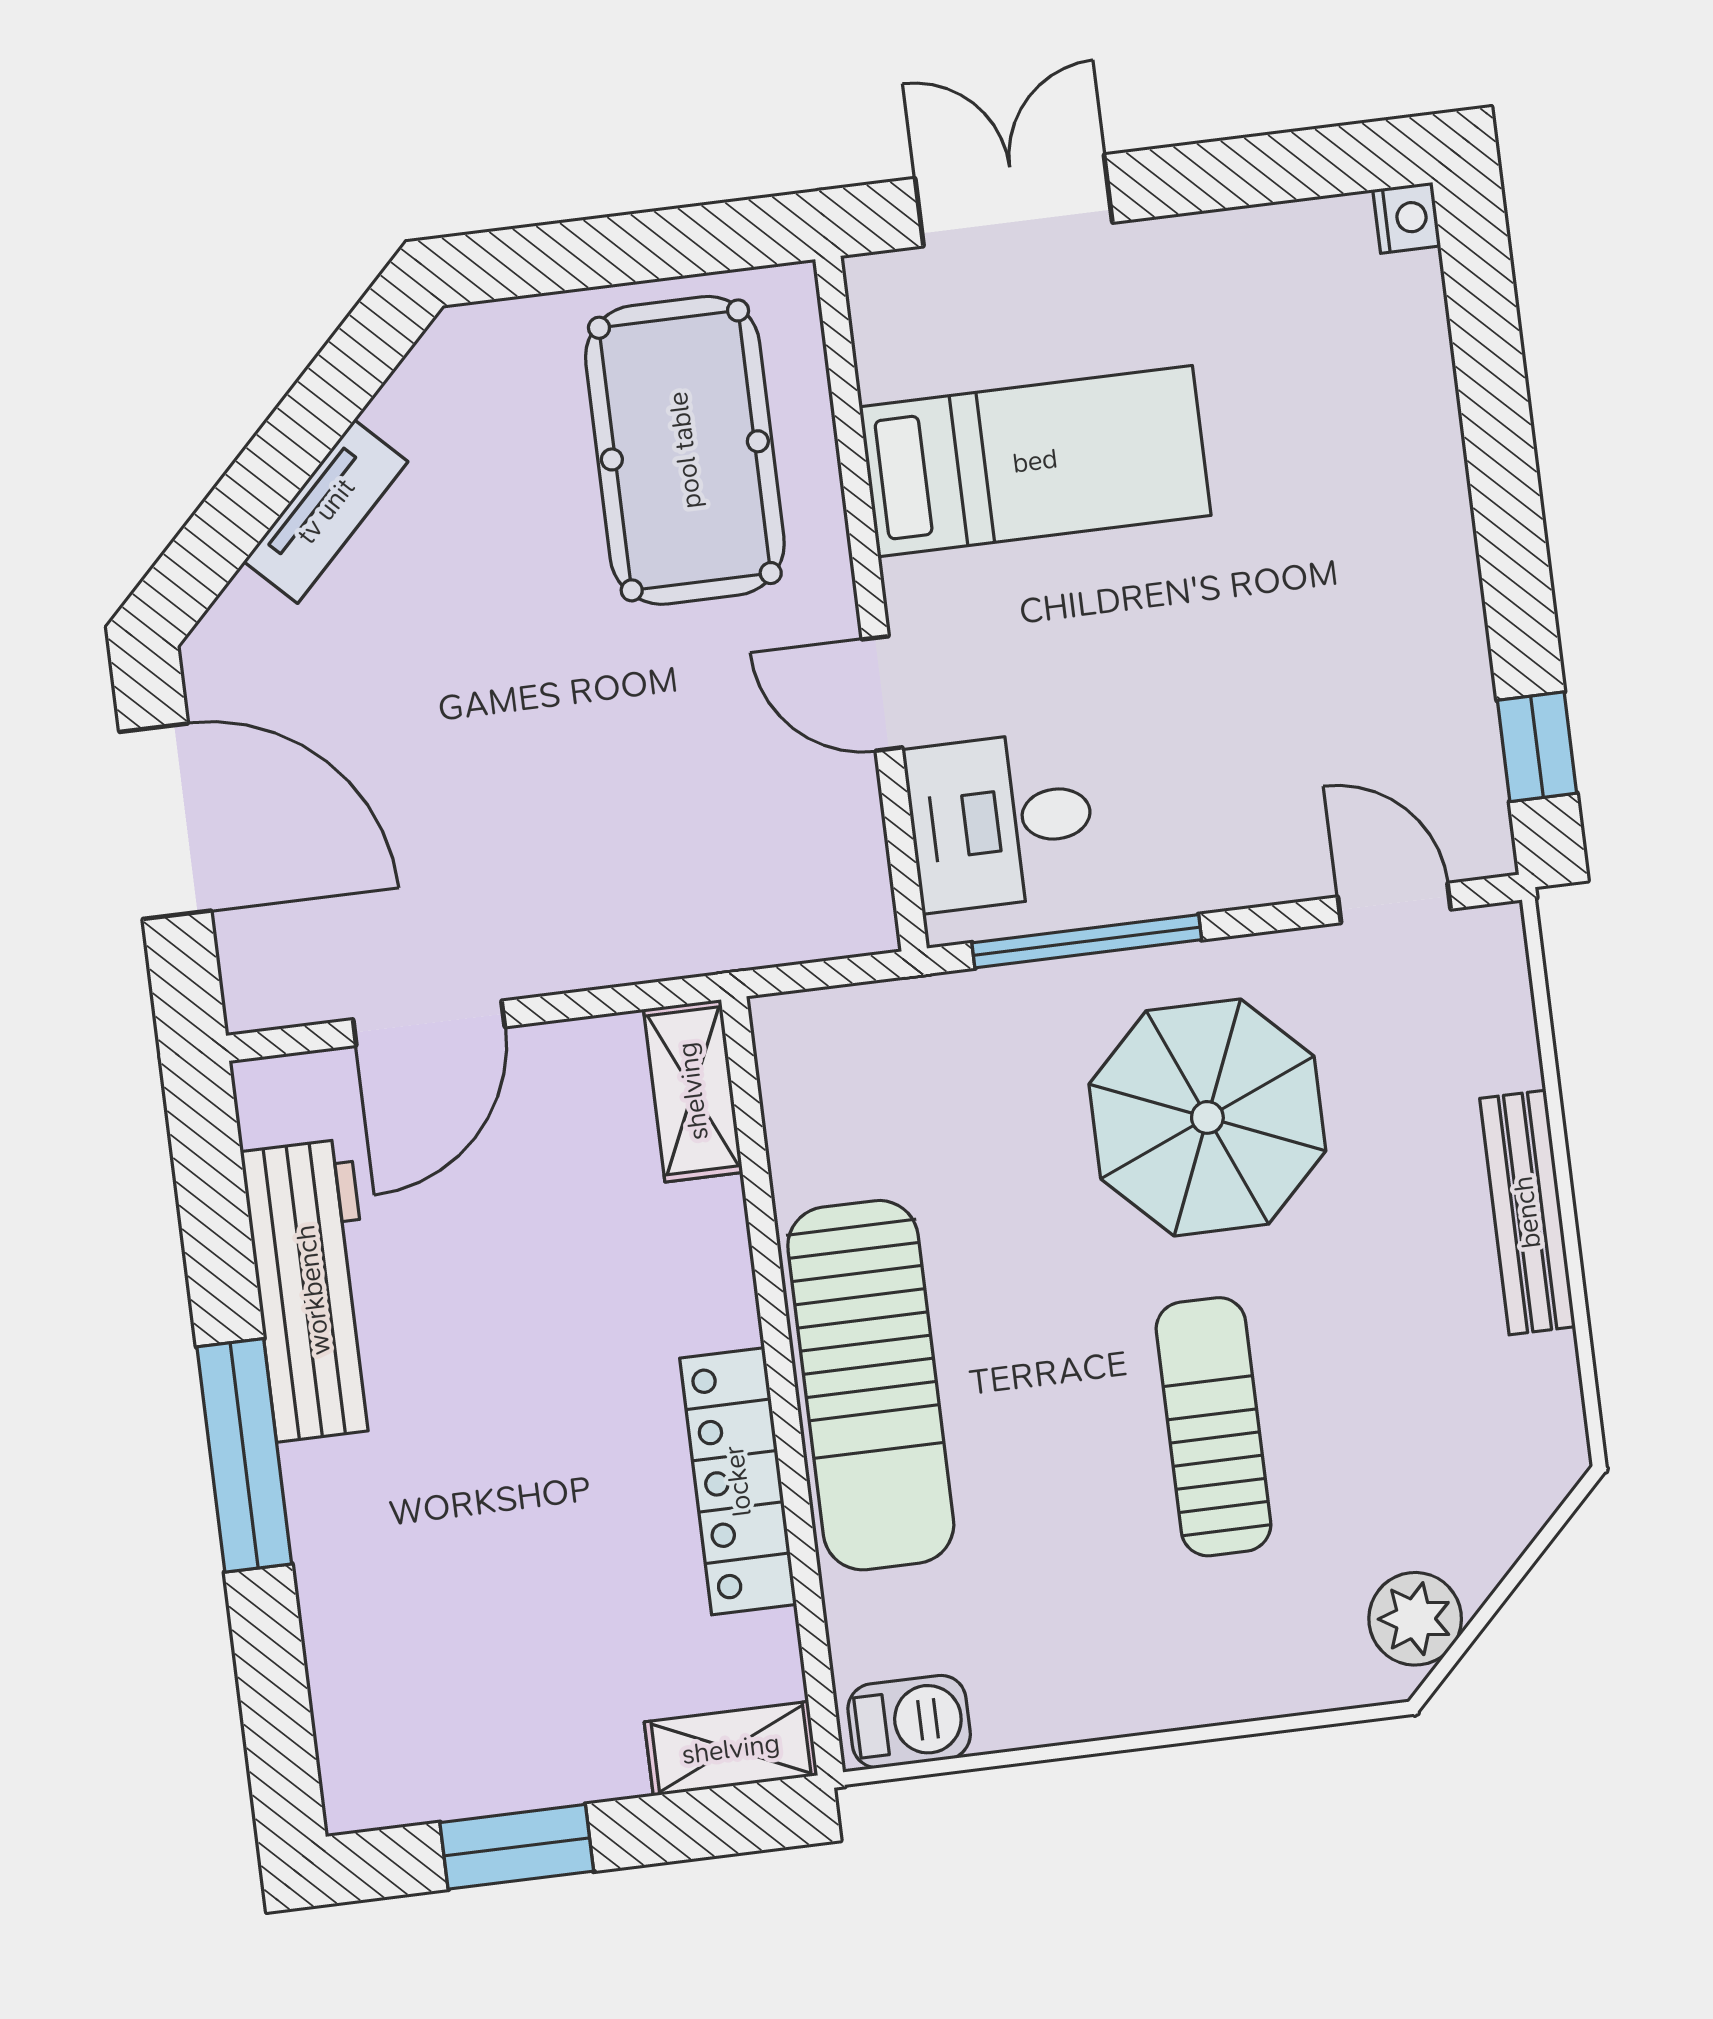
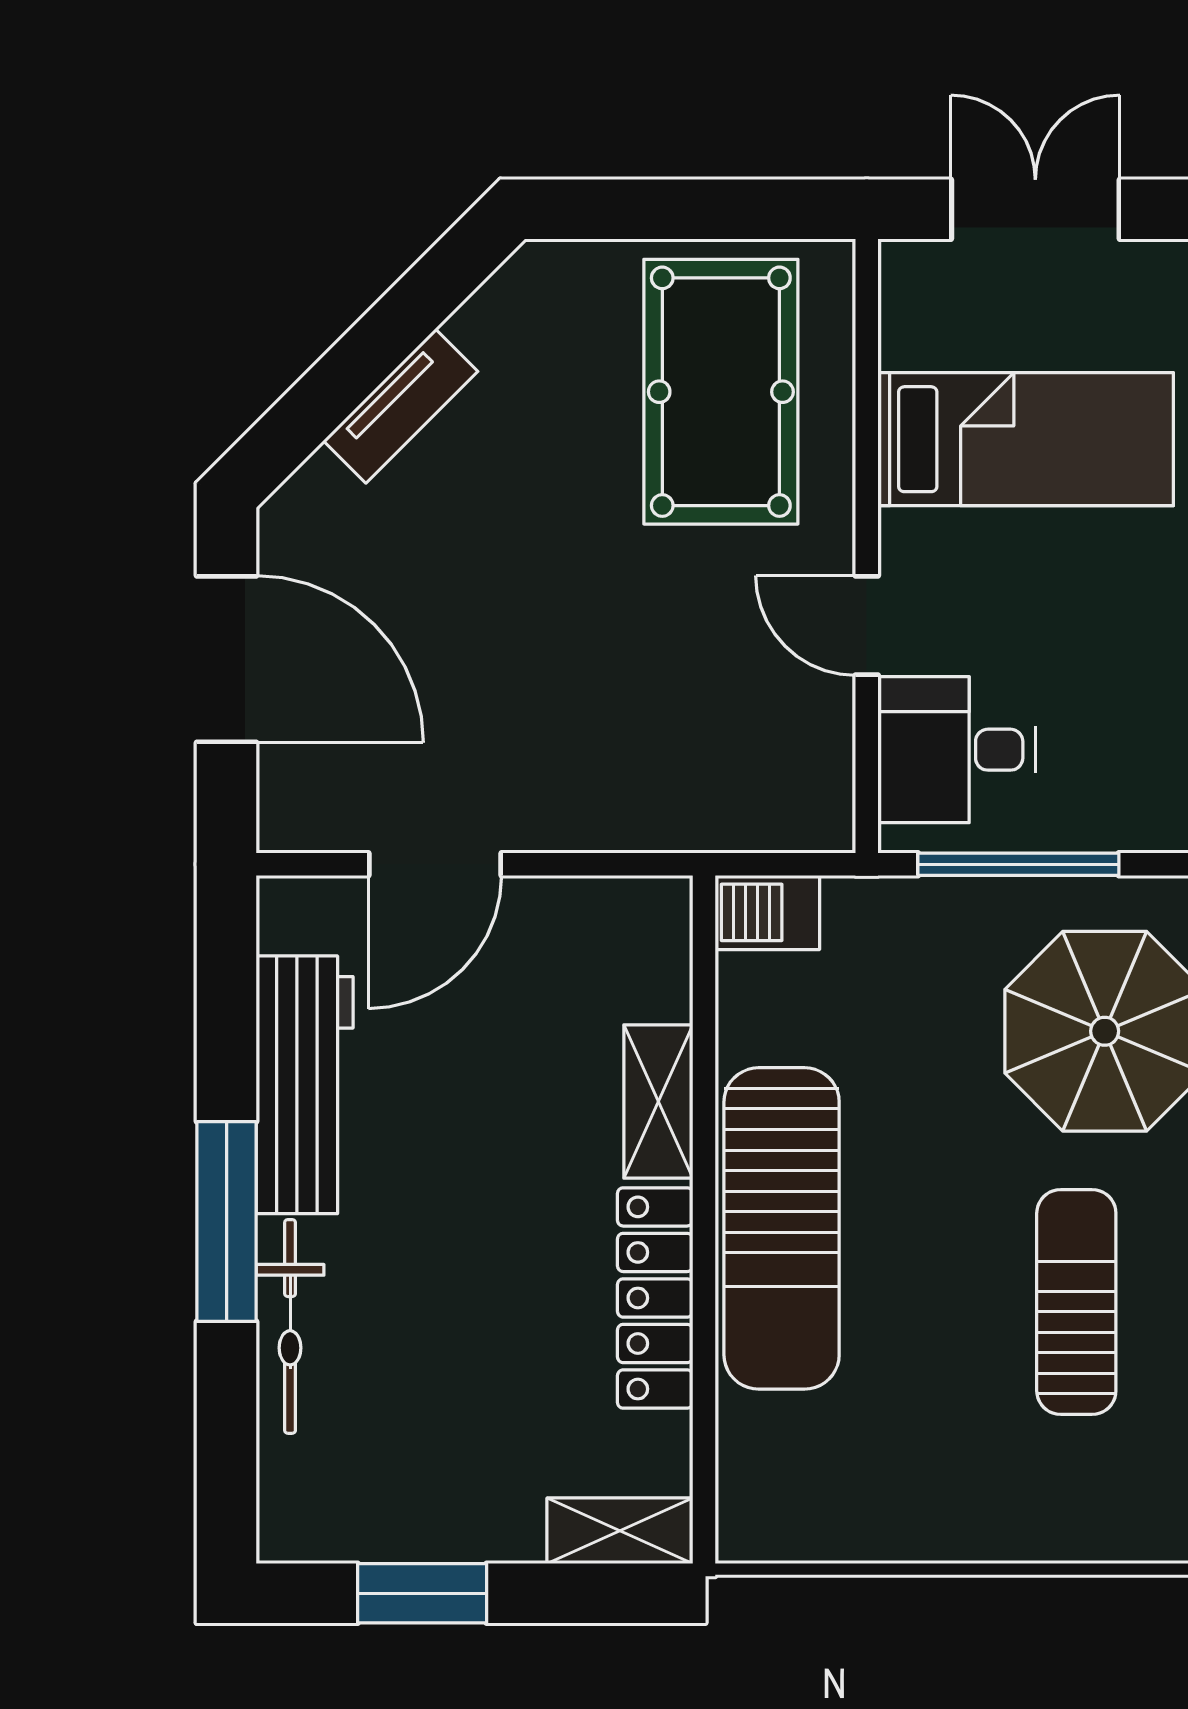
shelving: (693, 1091) -> (658, 1102), moved
bicycle: (330, 1565) -> (290, 1326), added
barbecue: (909, 1722) -> (767, 912), moved, turned 180

